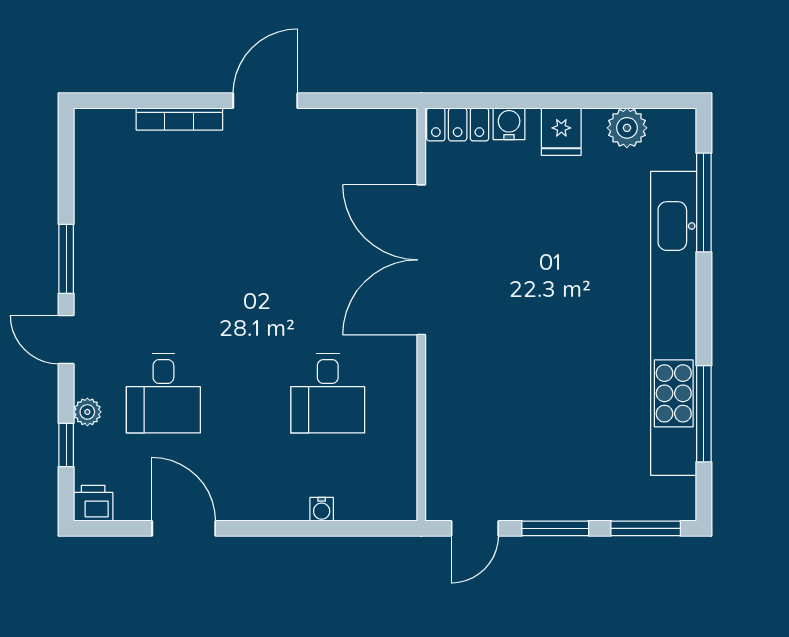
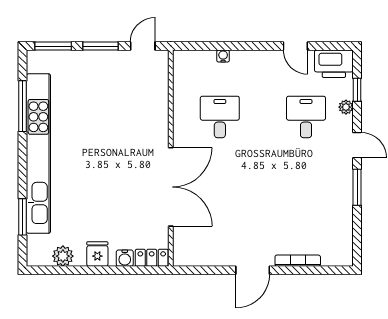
window: (704, 202) -> (22, 217), width x0.69
printer: (93, 503) -> (334, 64), width x1.87, depth x1.48
door: (184, 528) -> (295, 46), width x0.73

